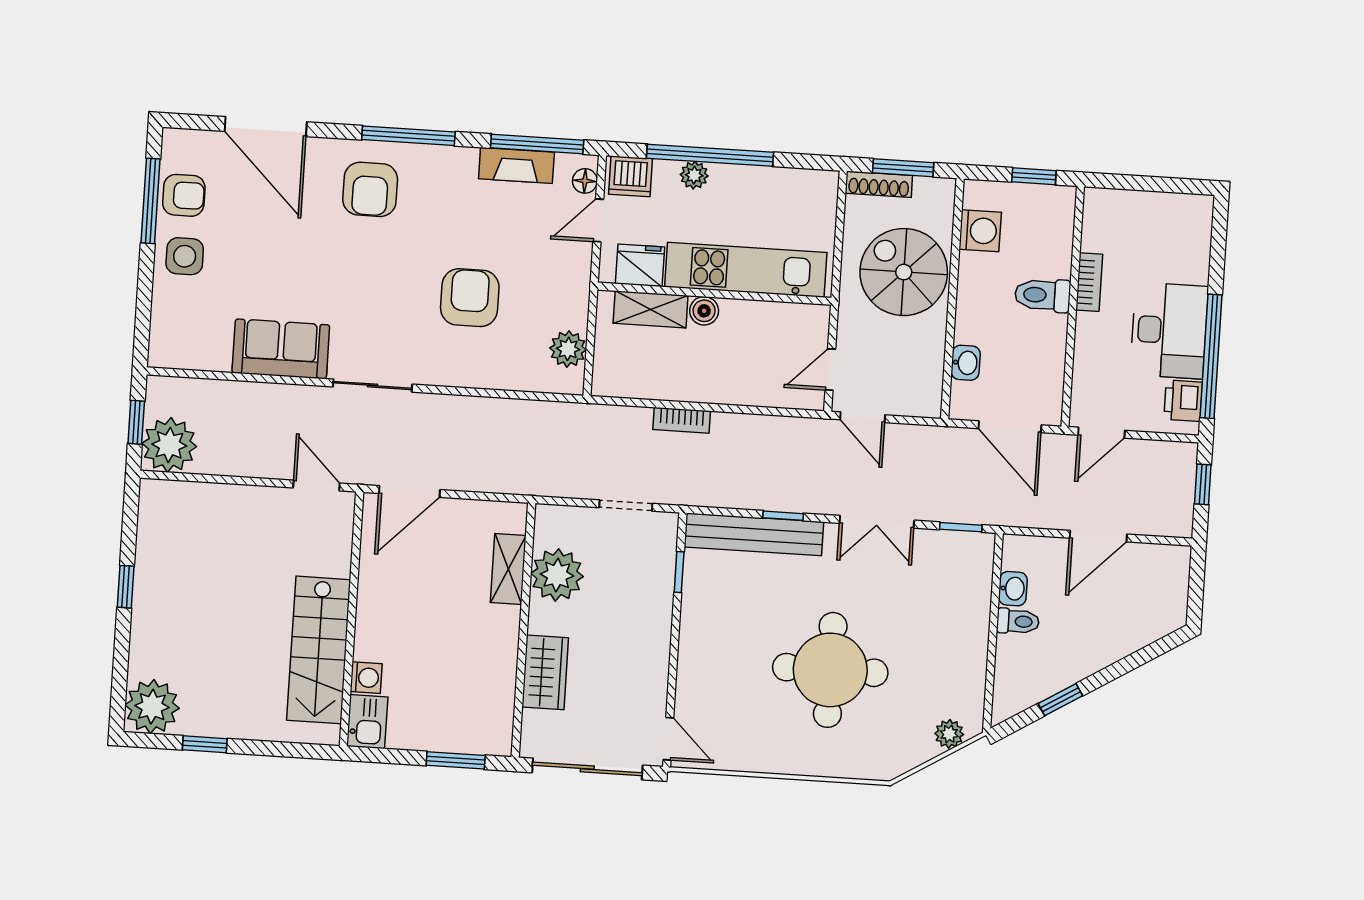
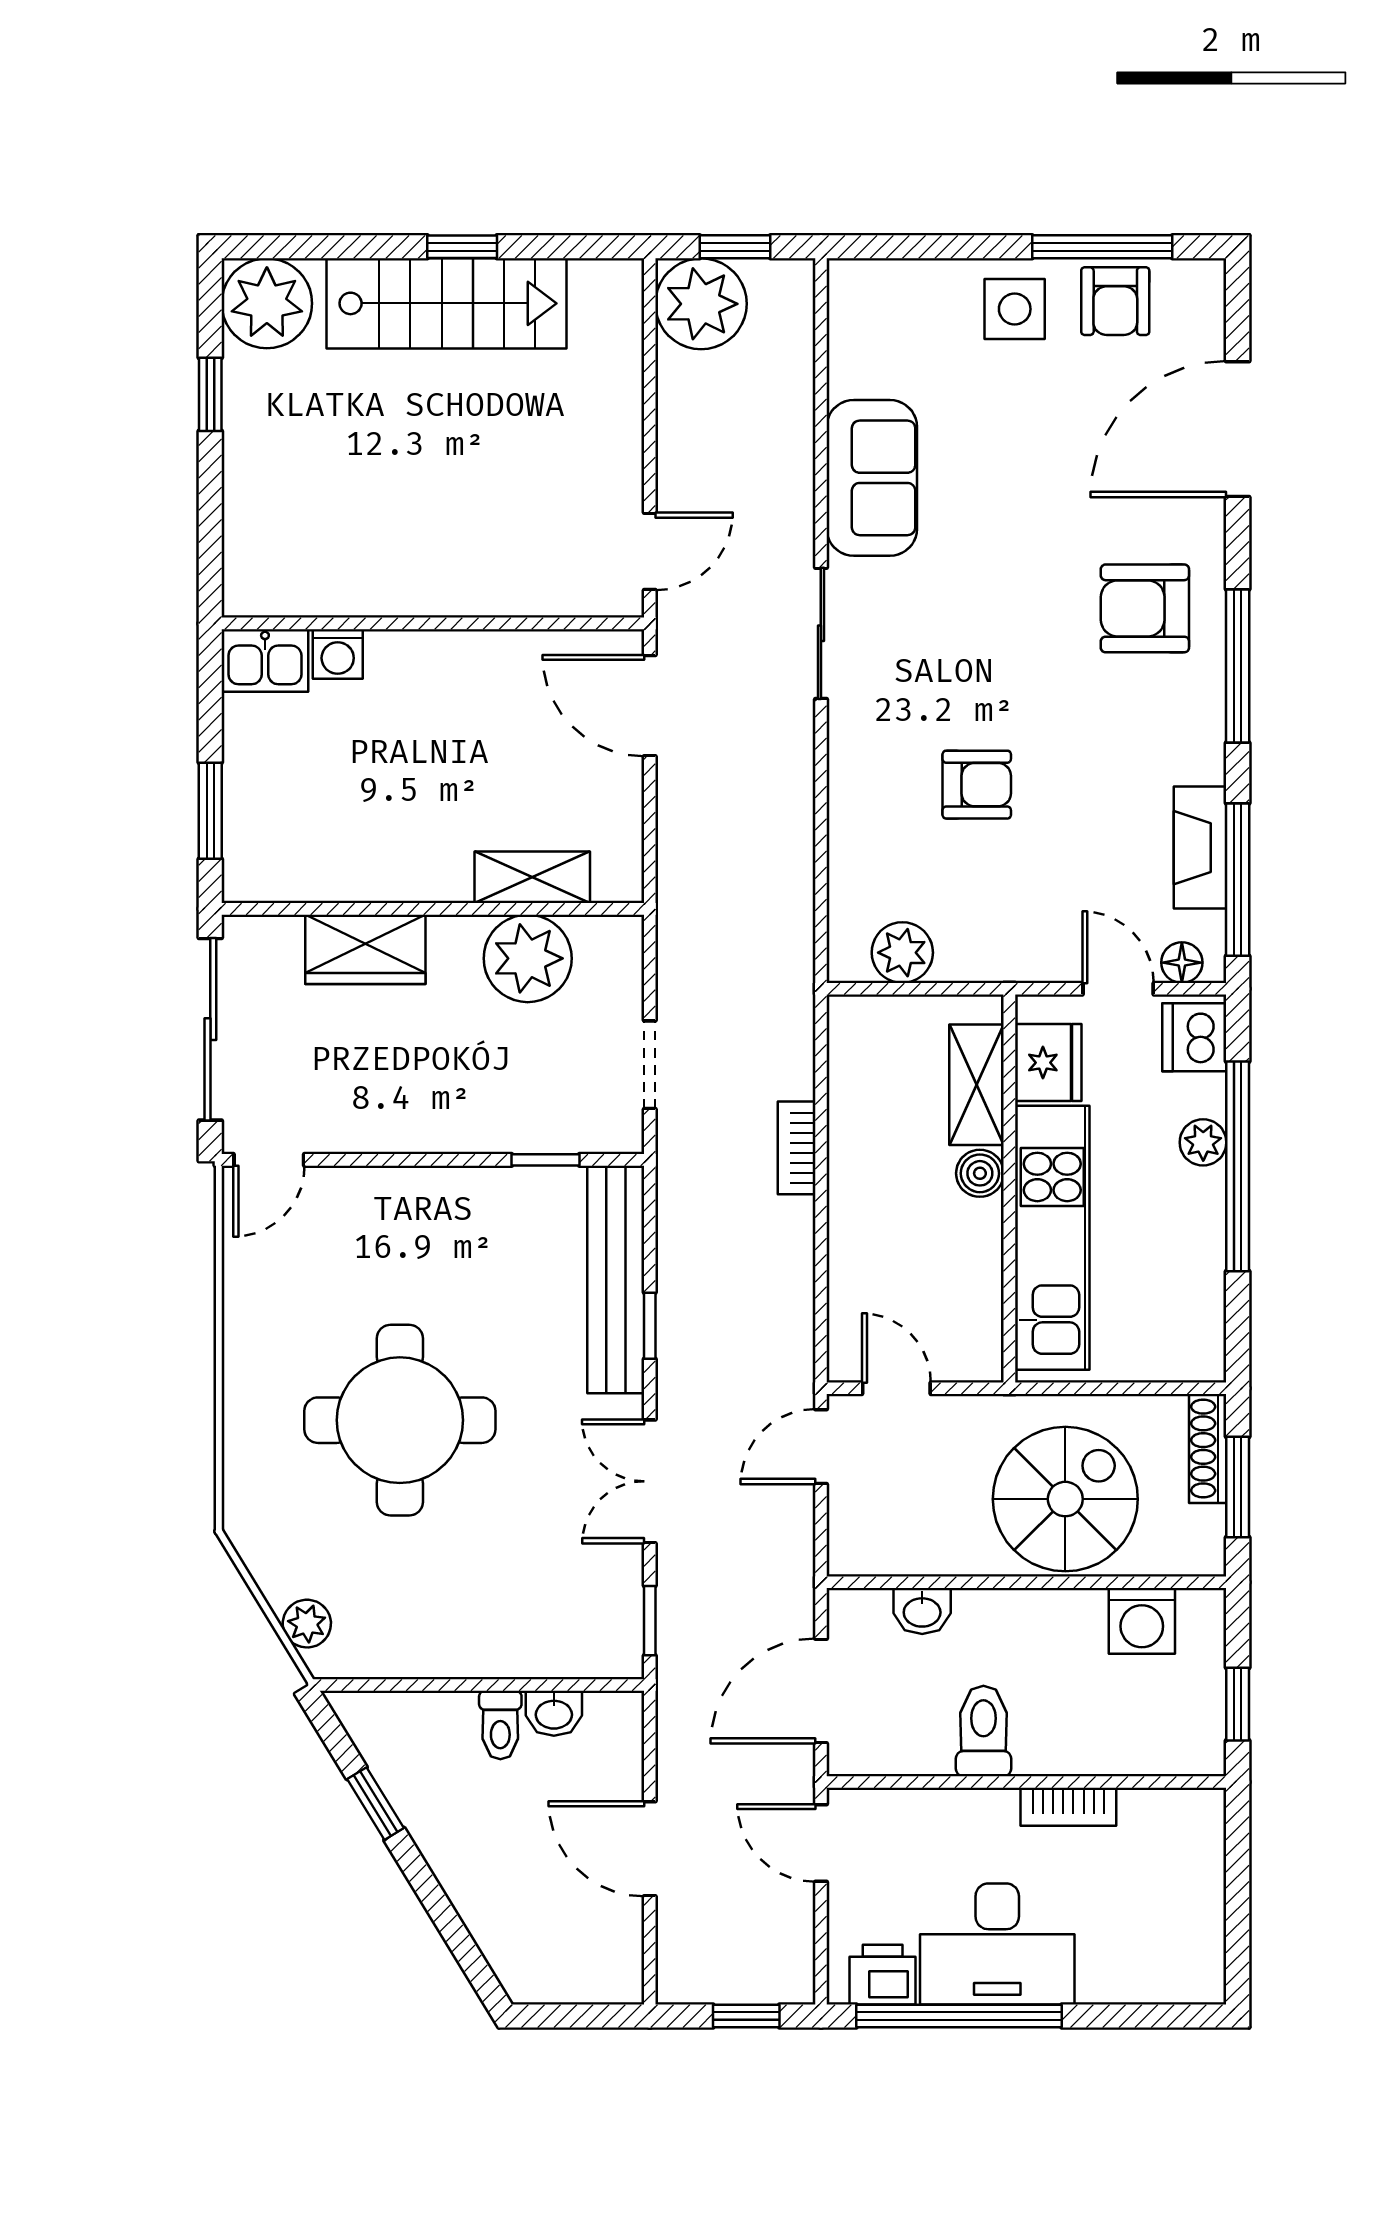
toilet: (1043, 295) -> (983, 1731), moved
armchair: (470, 298) -> (977, 785), width x0.72, depth x0.72
stairs: (319, 650) -> (446, 303), moved, turned 180

